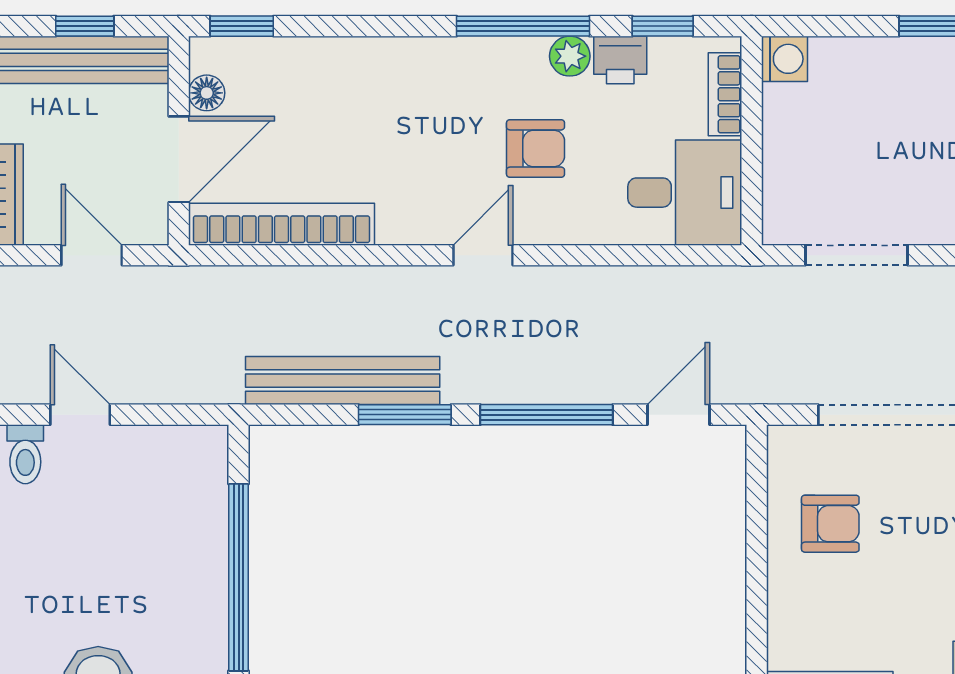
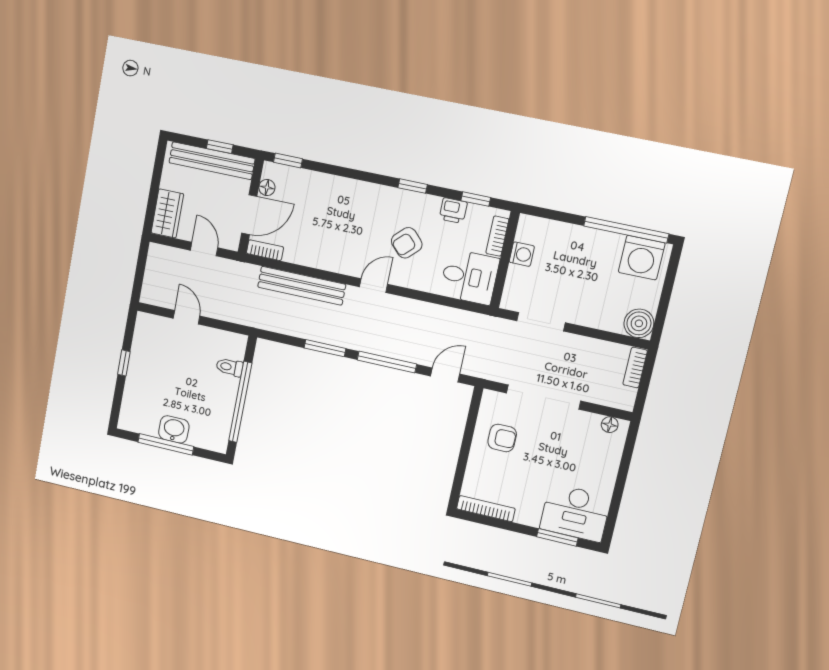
window: (523, 26) -> (413, 186), width x0.46
plant: (570, 56) -> (431, 204), removed
washing machine: (784, 59) -> (522, 254), moved
armchair: (536, 149) -> (407, 243), turned 136
bookcase: (282, 224) -> (265, 250), width x0.43, depth x0.76
bench: (343, 381) -> (302, 286), moved
toilet: (25, 454) -> (229, 367), moved, turned 90

